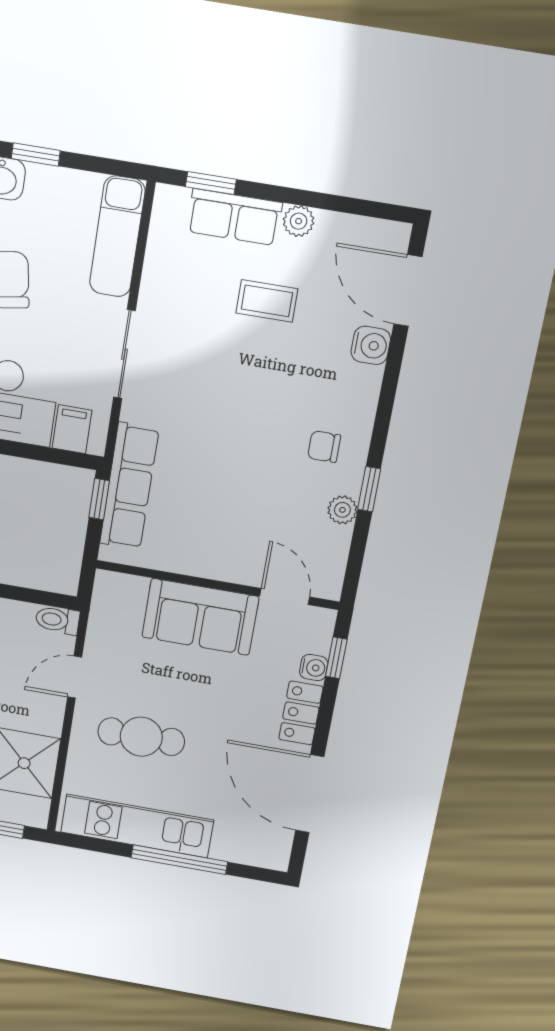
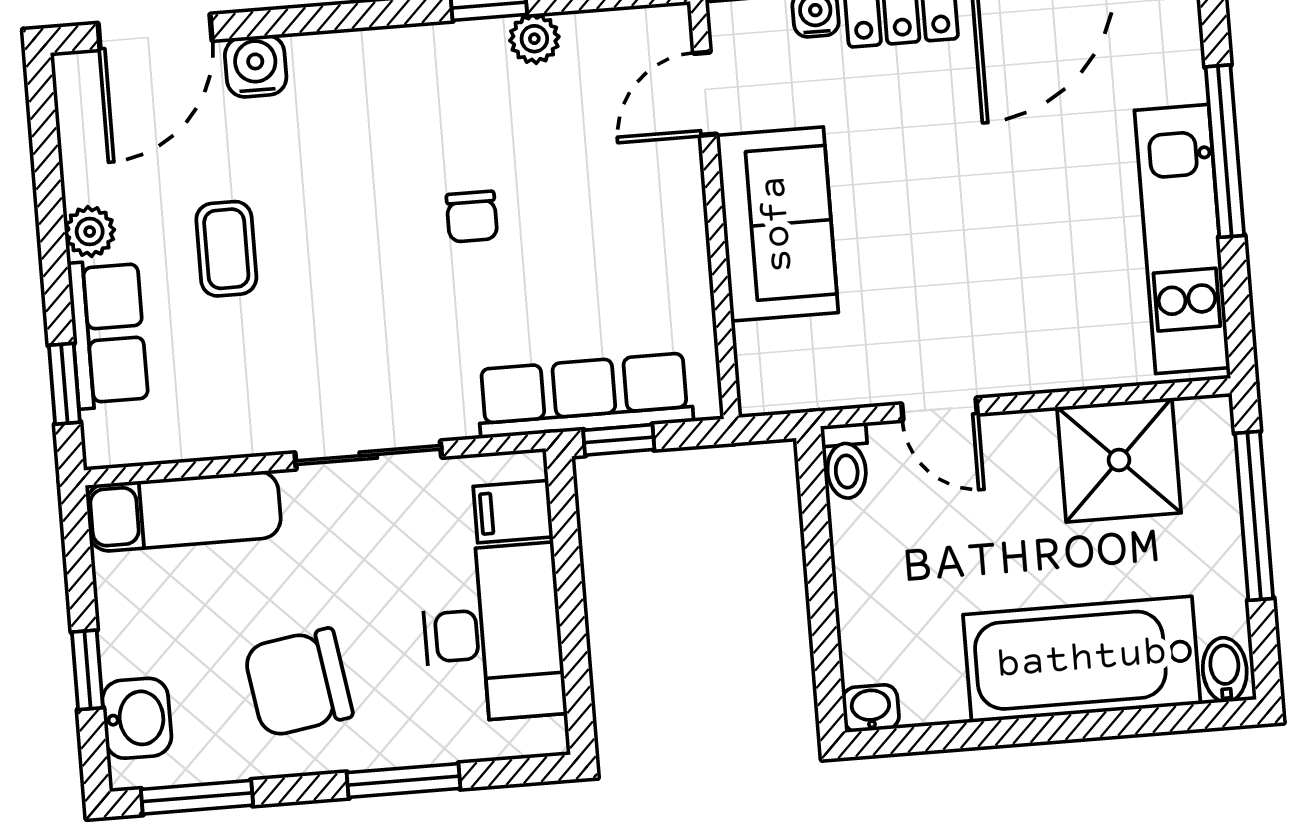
chair: (324, 447) -> (472, 217), moved
cafe table: (141, 737) -> (1016, 271), removed

